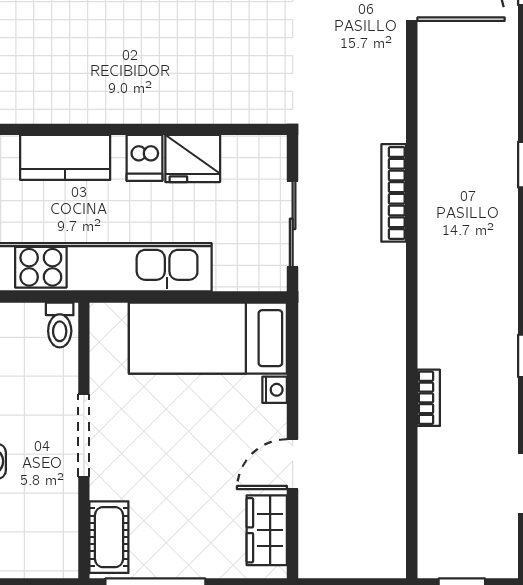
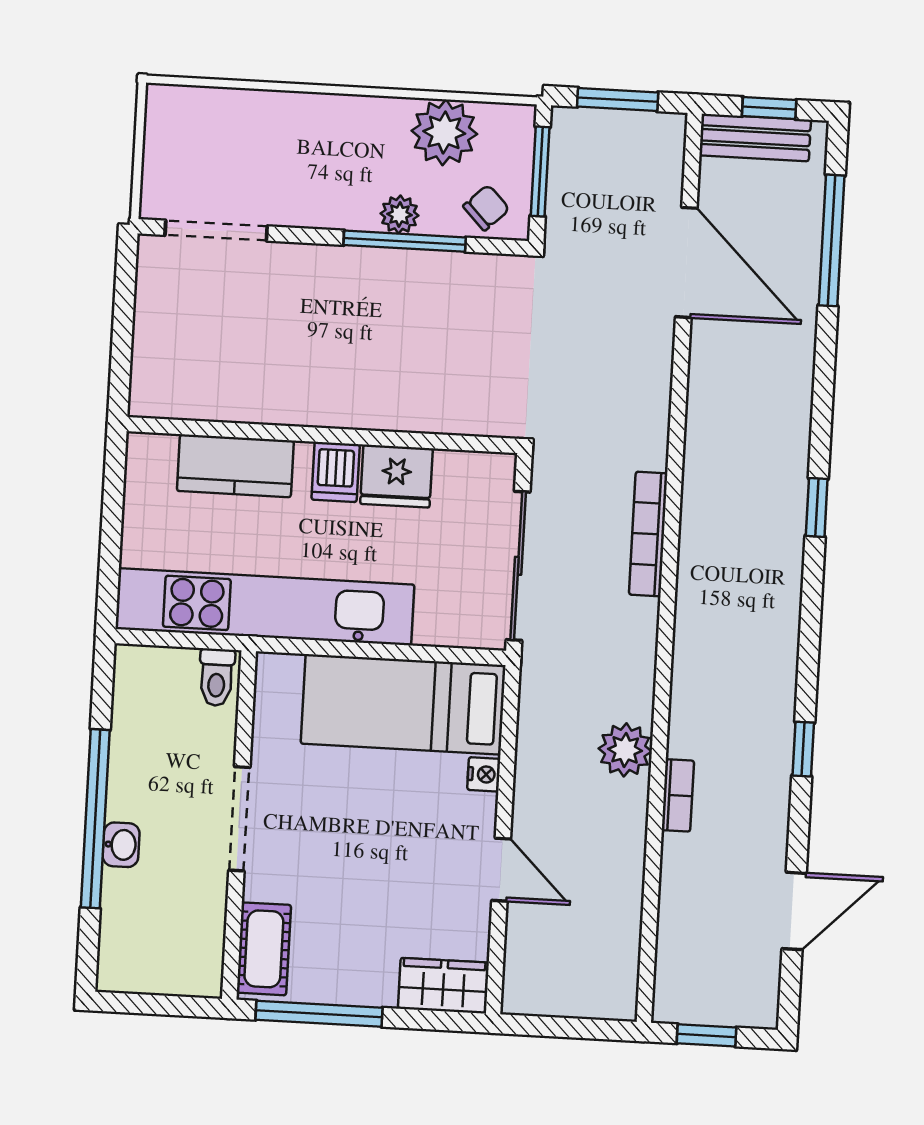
sliding door: (293, 224) -> (518, 566), width x1.37
plant: (385, 364) -> (625, 750), added
door: (293, 464) -> (501, 870), swing flipped
wardrobe: (267, 530) -> (443, 986), moved, turned 90

